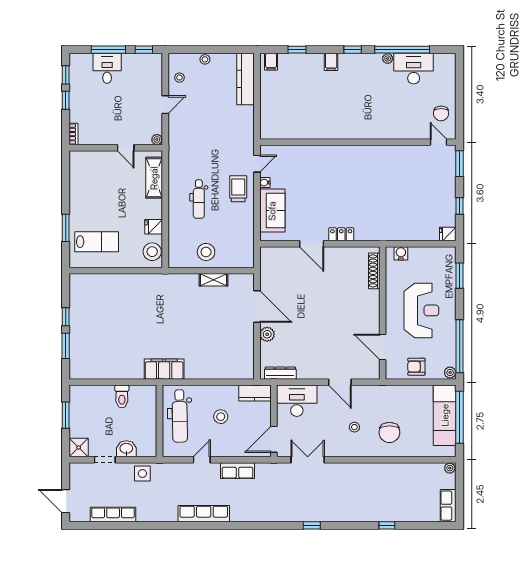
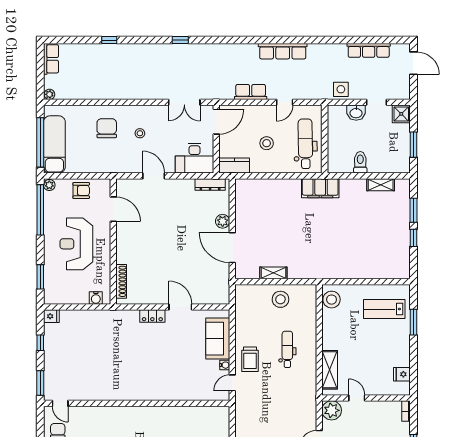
plant: (157, 140) -> (332, 410), width x1.87, depth x1.87
fridge: (154, 227) -> (402, 374), moved, turned 180
shelving: (100, 373) -> (381, 185), added

